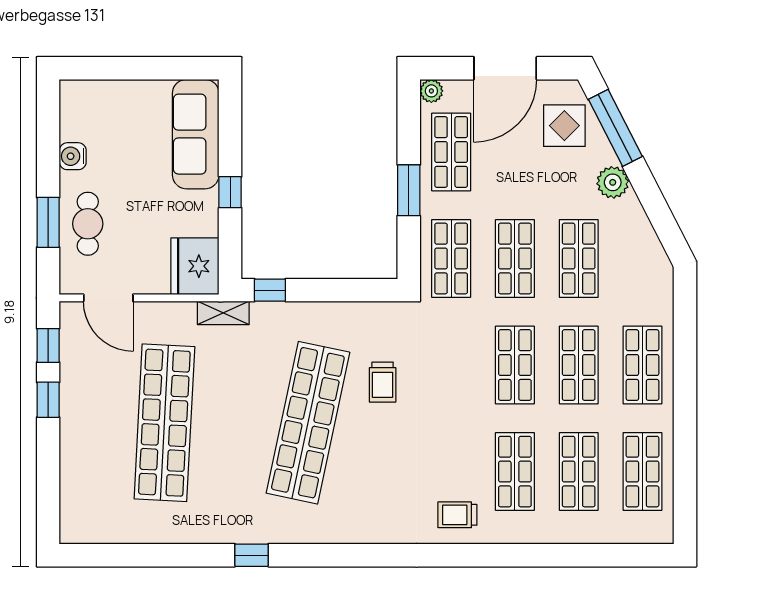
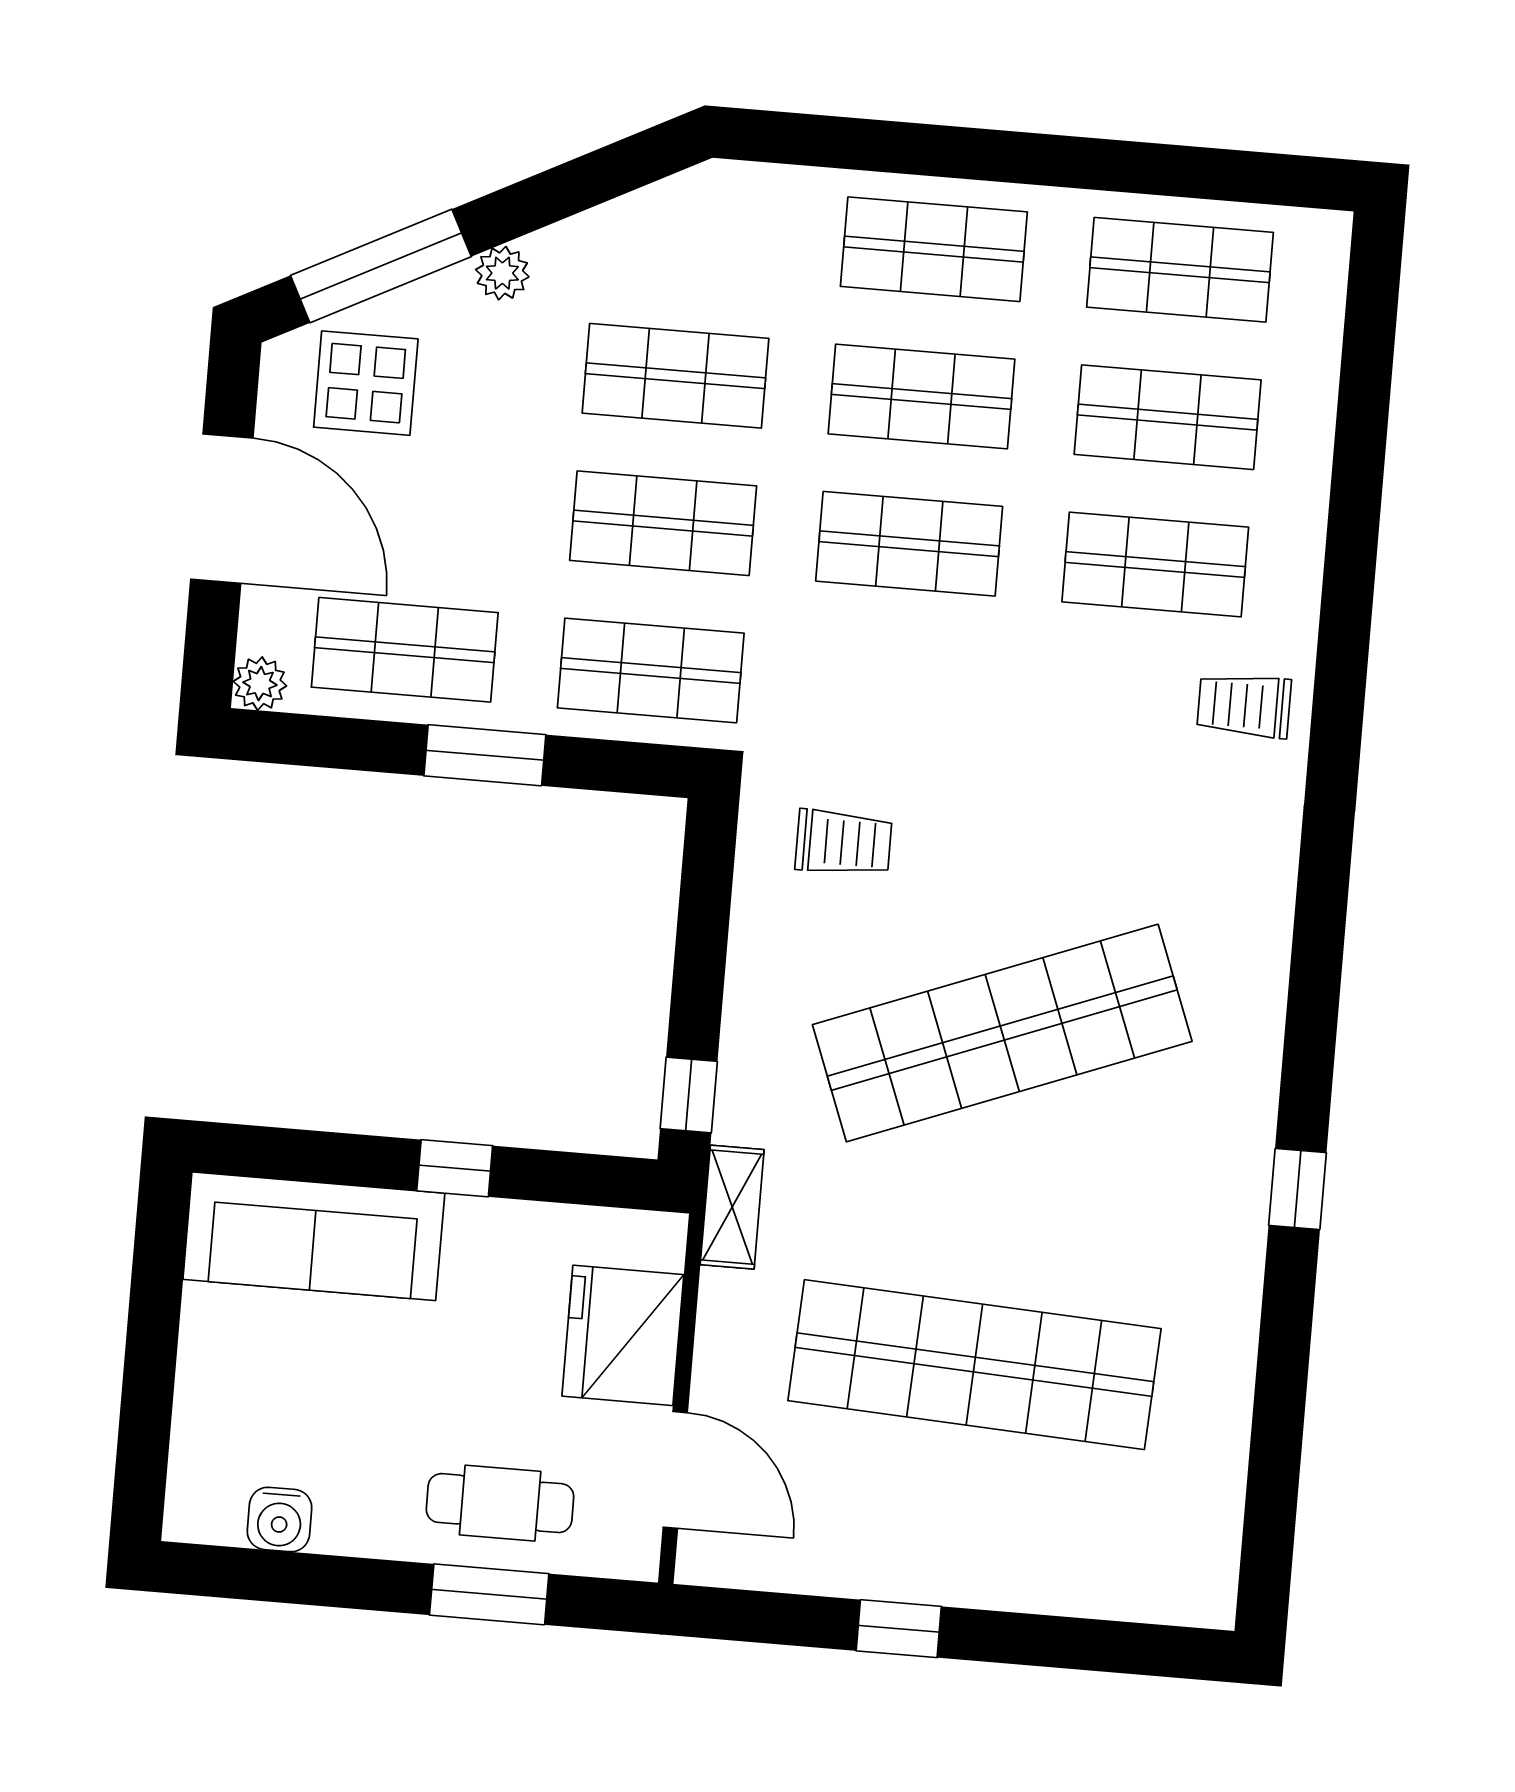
water cooler: (73, 156) -> (280, 1520), moved
plant: (613, 182) -> (502, 273), width x0.73, depth x0.73
fridge: (195, 266) -> (623, 1335), moved, turned 90
door: (108, 298) -> (675, 1470), hinge flipped
window: (48, 345) -> (773, 1618), removed
trolley: (383, 382) -> (843, 843), moved
shop shelf: (308, 423) -> (1002, 1033), turned -33
trolley: (457, 515) -> (1244, 706), turned 90

